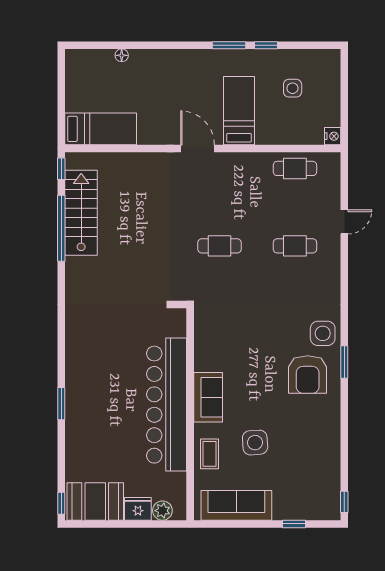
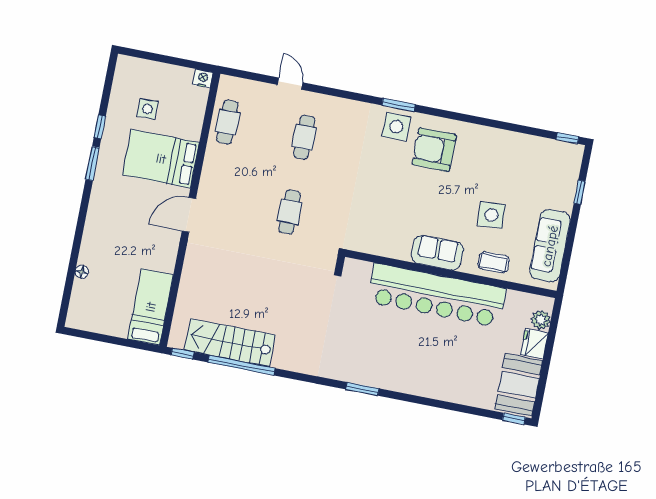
bed: (239, 111) -> (161, 159), width x1.50
window: (344, 362) -> (398, 105), moved
armchair: (308, 374) -> (434, 150), turned 180
window: (61, 404) -> (362, 389), moved

